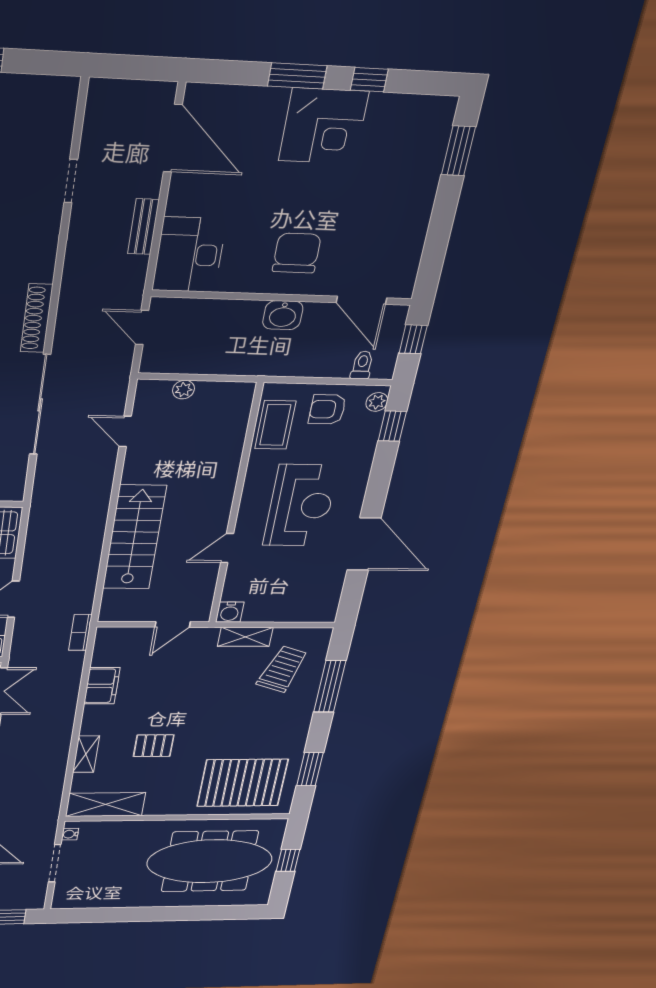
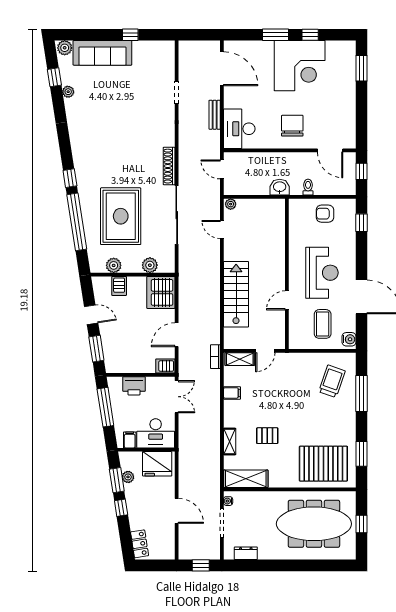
corner desk: (324, 126) -> (300, 66), width x1.36, depth x1.36
washbasin: (283, 315) -> (280, 187), moved, turned 180
toilet: (362, 365) -> (308, 187), moved
plant: (183, 390) -> (231, 204), moved
plant: (377, 402) -> (350, 209), removed
coffee table: (275, 425) -> (323, 324), moved
water cooler: (230, 612) -> (349, 339), moved, turned -90
shelving: (245, 637) -> (240, 359), moved
filing cabinet: (102, 686) -> (232, 393), width x0.50
dresser: (89, 900) -> (246, 553), added

